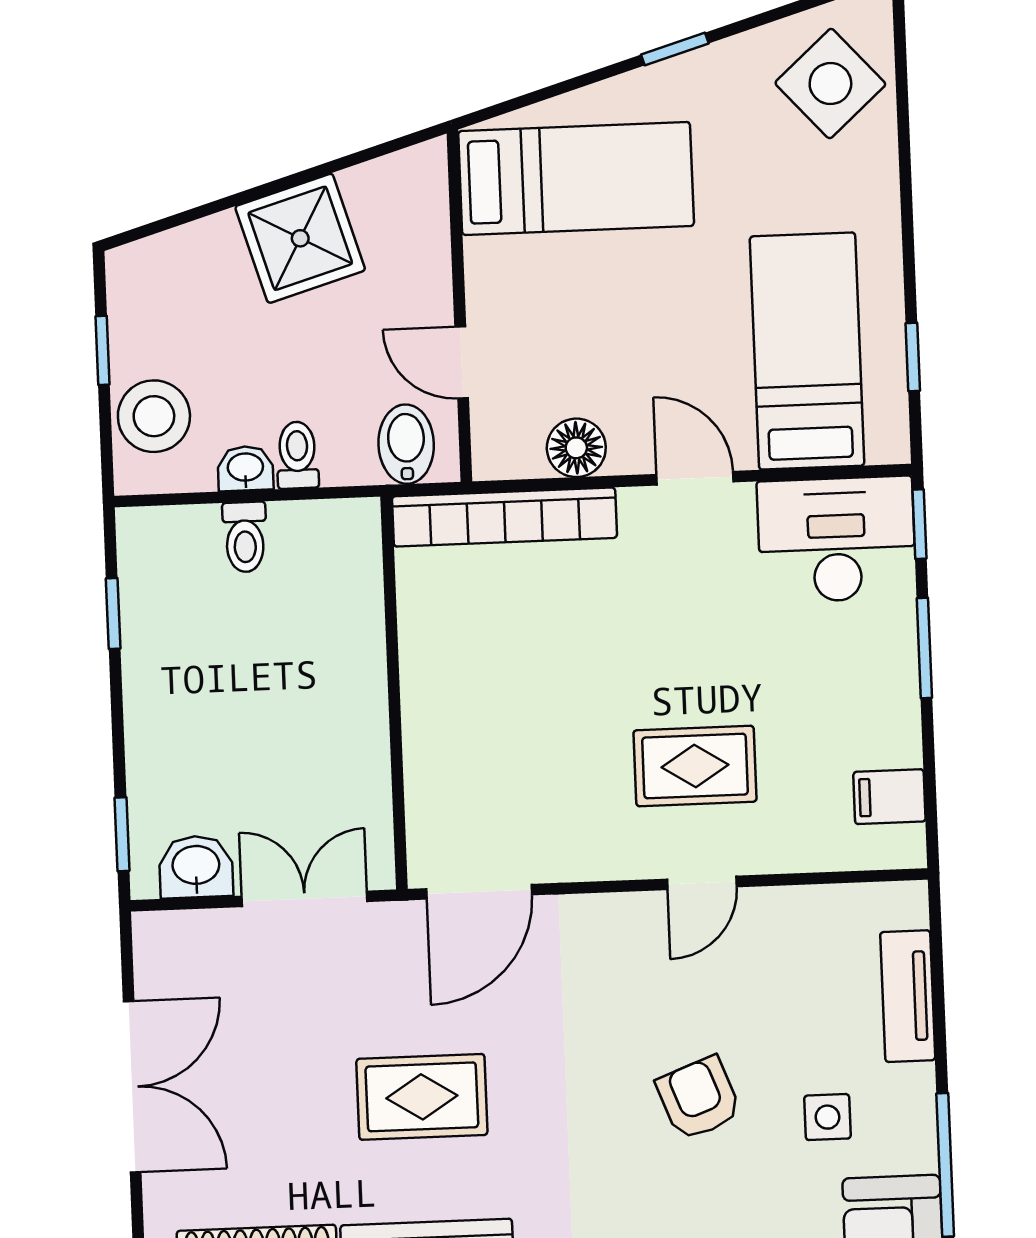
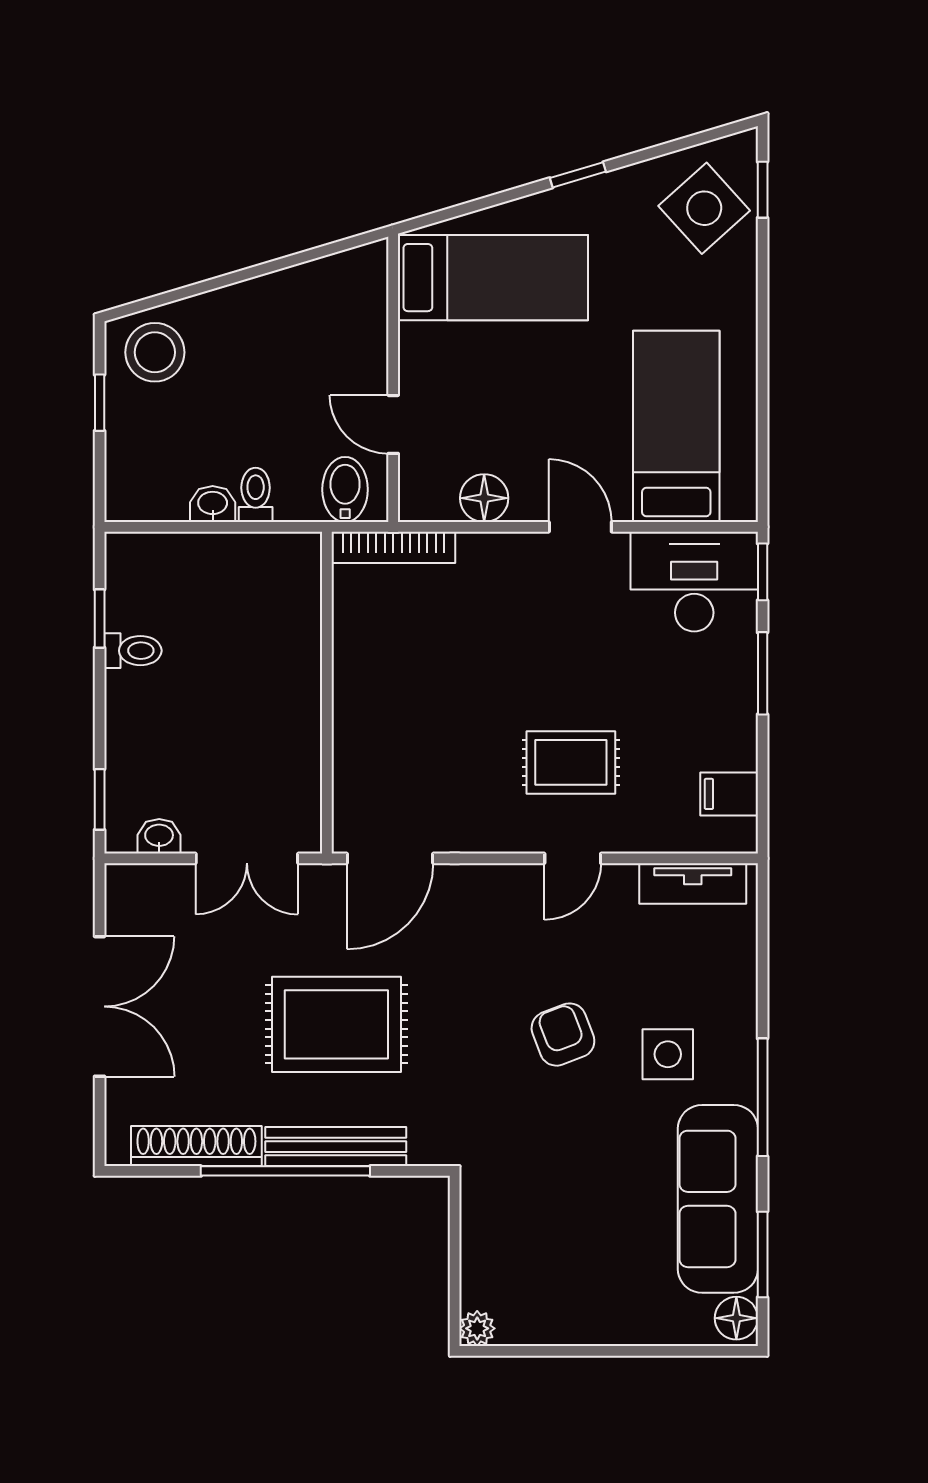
shower: (300, 238) -> (265, 317), removed
window: (913, 357) -> (763, 190), moved
stool: (154, 416) -> (155, 352), moved
bookcase: (504, 517) -> (393, 547), width x0.68, depth x0.76
toilet: (245, 537) -> (133, 651), moved, turned -90
washbasin: (196, 867) -> (159, 836), width x0.72, depth x0.69
double door: (305, 899) -> (247, 858), swing flipped
tv unit: (908, 996) -> (693, 884), moved, turned -90
rug: (422, 1097) -> (336, 1024), width x1.36, depth x1.43
side table: (827, 1117) -> (668, 1054), width x1.37, depth x1.37

